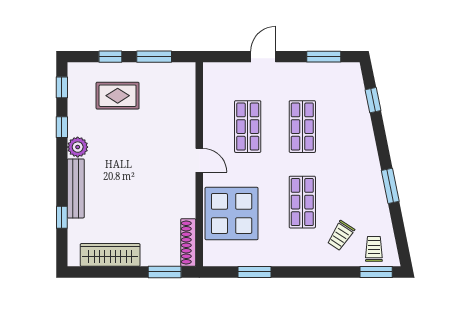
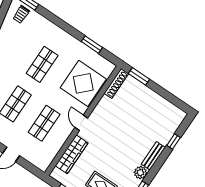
bench: (76, 188) -> (153, 156), width x0.73
trolley: (341, 236) -> (34, 33), removed
wardrobe: (110, 255) -> (72, 154), moved, turned -90

